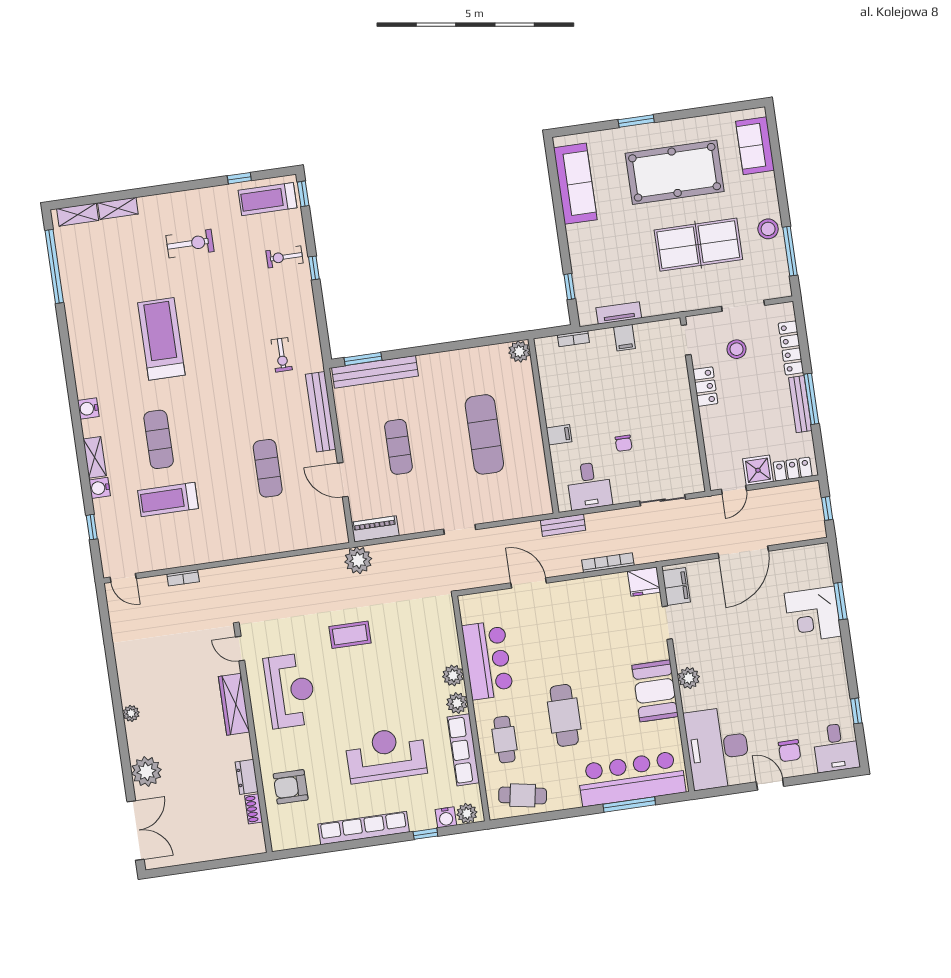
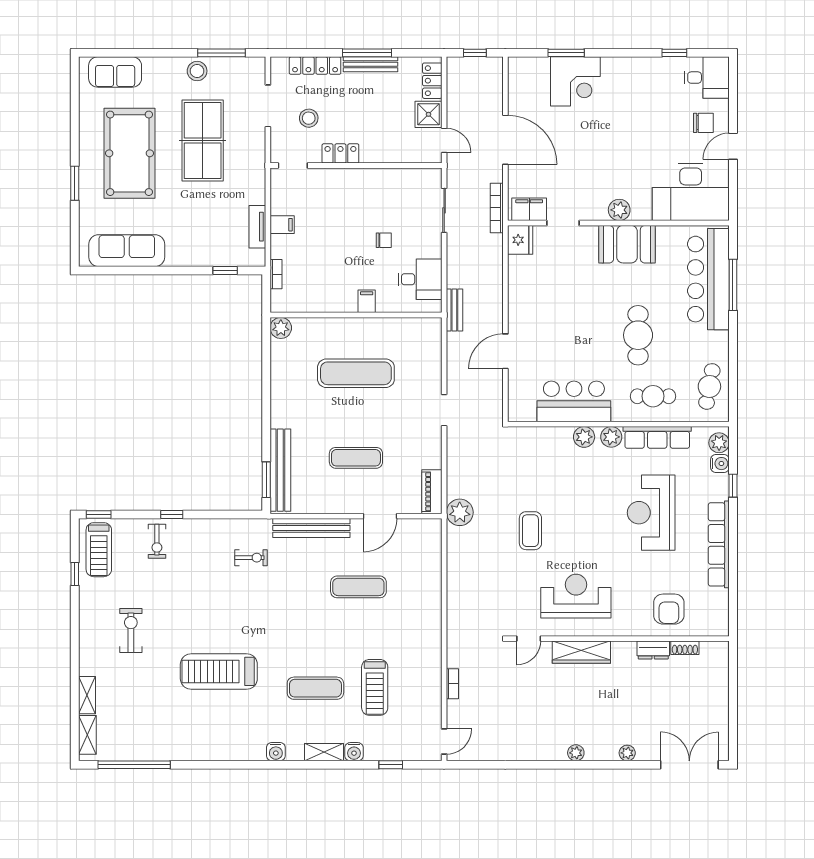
bookcase: (608, 563) -> (497, 208), moved
cafe table: (564, 715) -> (638, 335), turned 90
plant: (146, 772) -> (627, 753), width x0.53, depth x0.53

